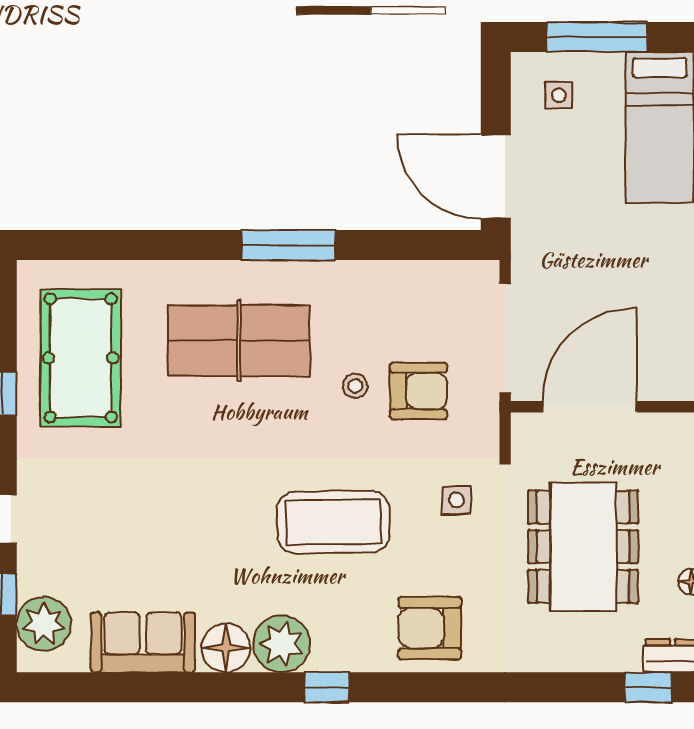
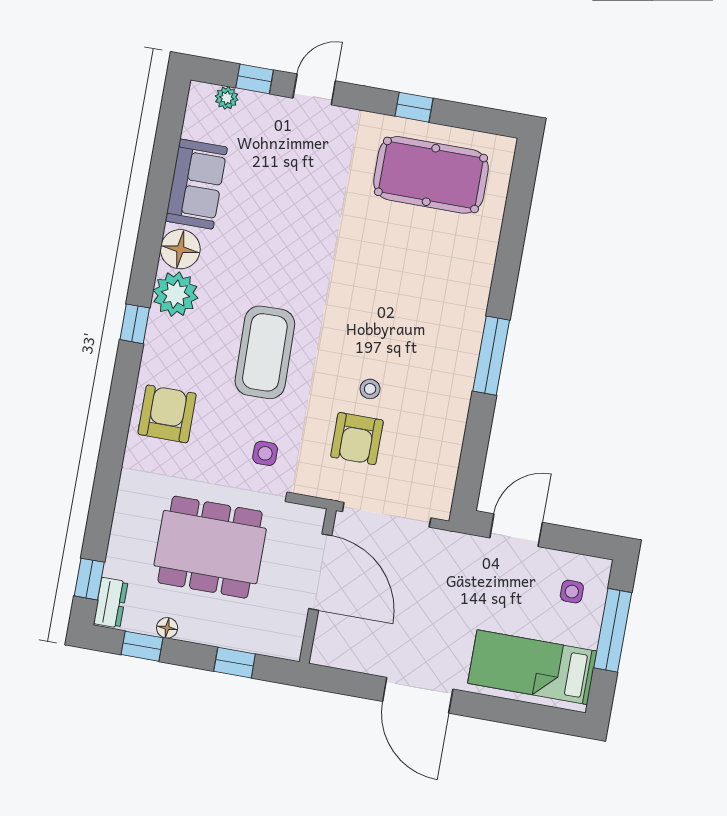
door: (496, 177) -> (516, 530), width x0.73
table tennis table: (239, 341) -> (422, 303), removed
plant: (44, 624) -> (227, 98), width x0.53, depth x0.53

